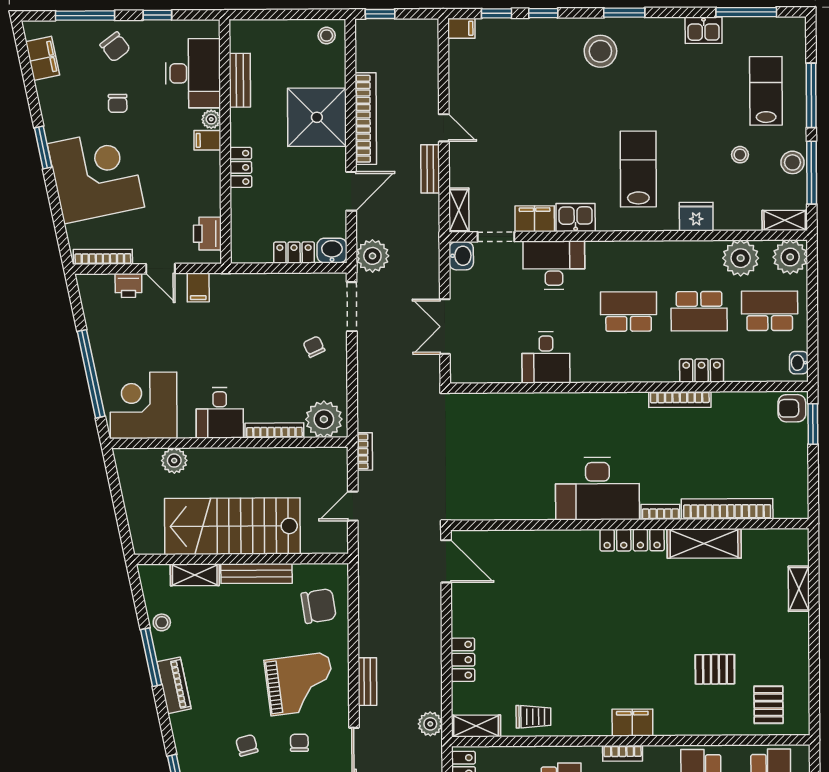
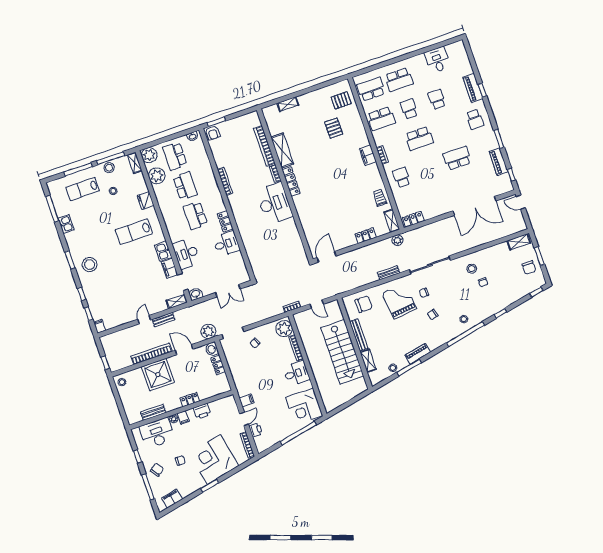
printer: (207, 234) -> (202, 411), moved
locker: (702, 370) -> (225, 221), moved
plant: (174, 461) -> (323, 386), removed
chair: (319, 606) -> (364, 304), turned 99

